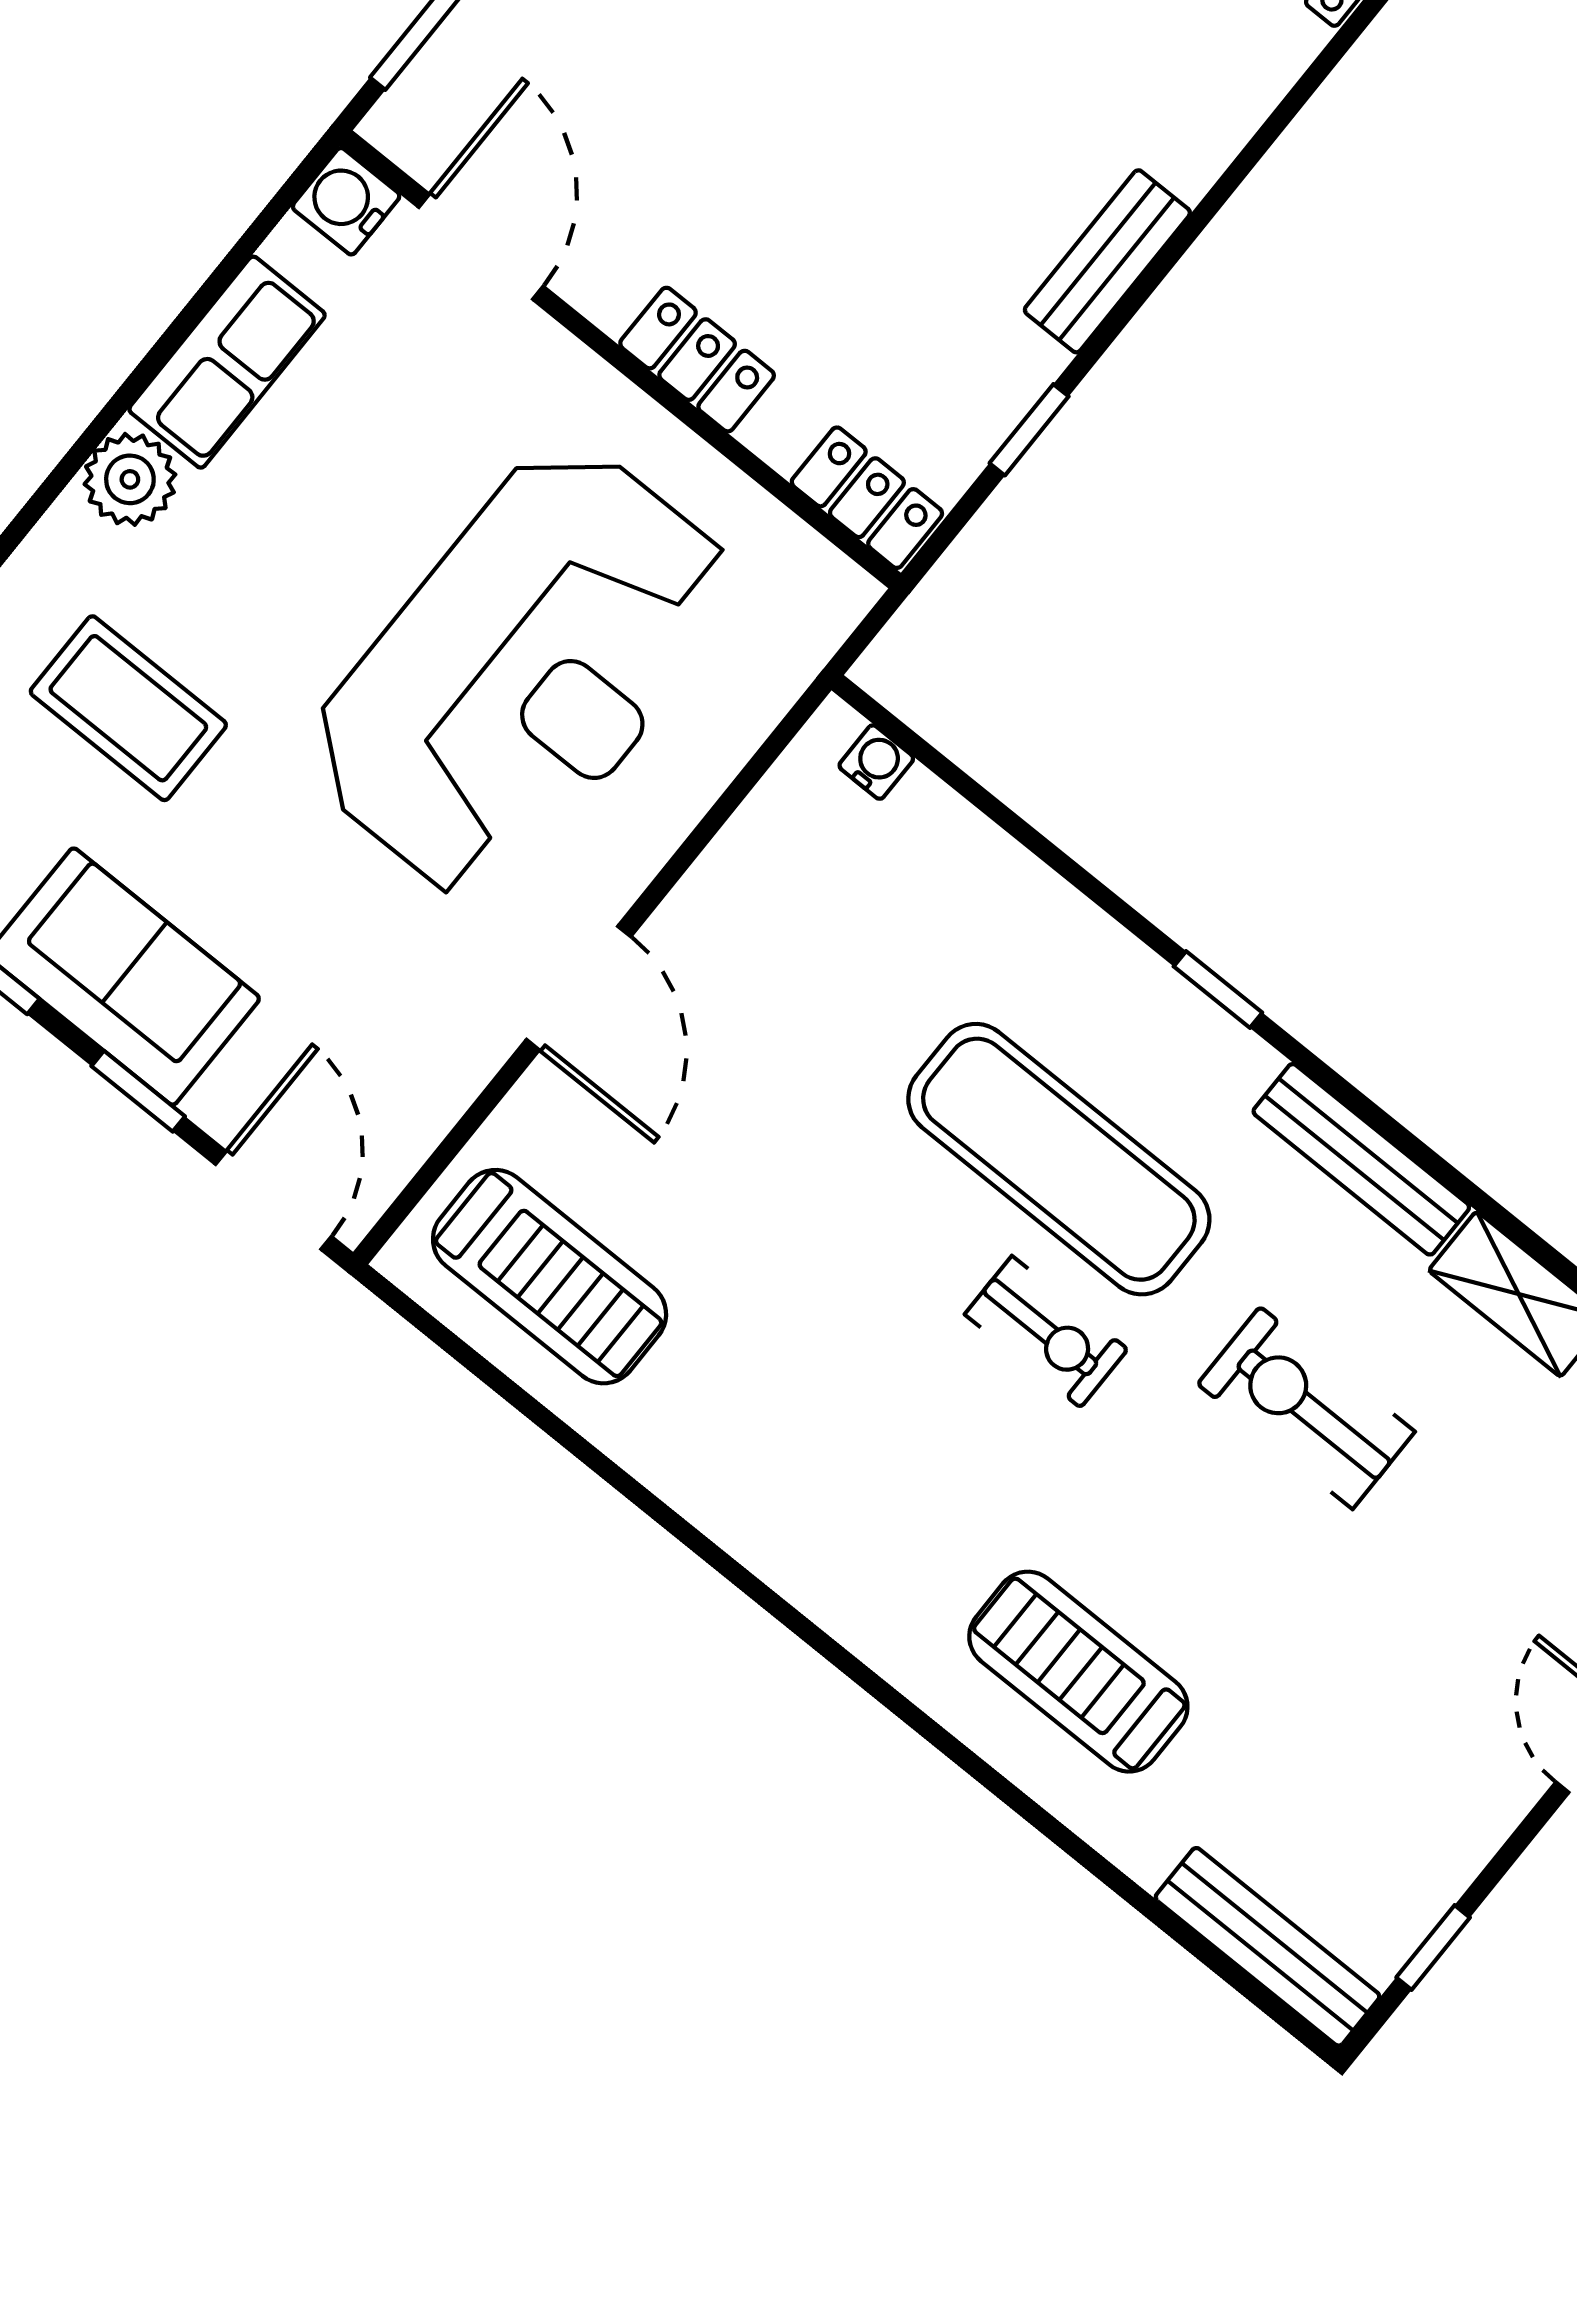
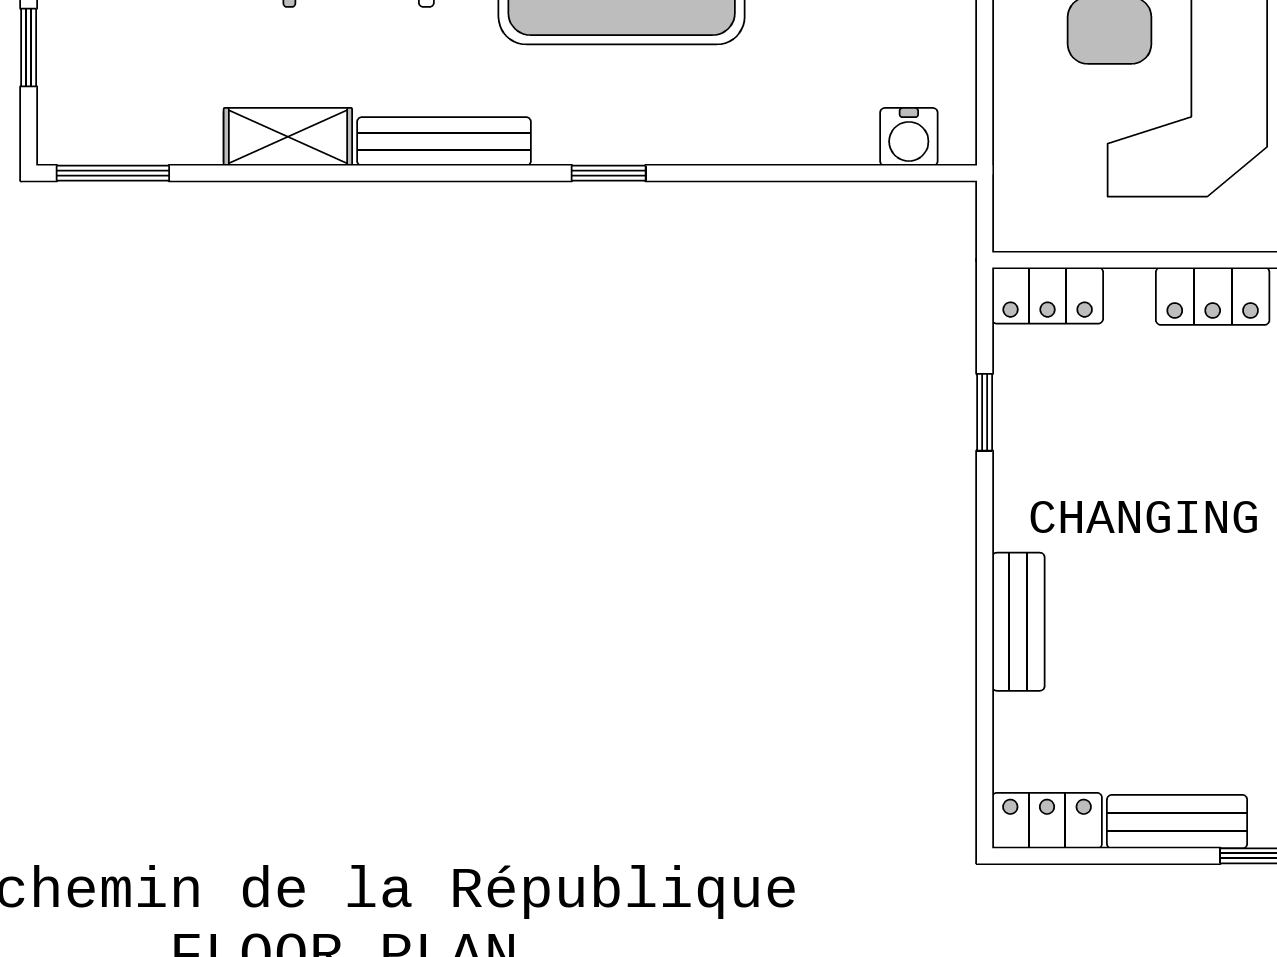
bench: (1107, 261) -> (1018, 622), moved
water cooler: (876, 762) -> (909, 137), width x1.38, depth x1.38

